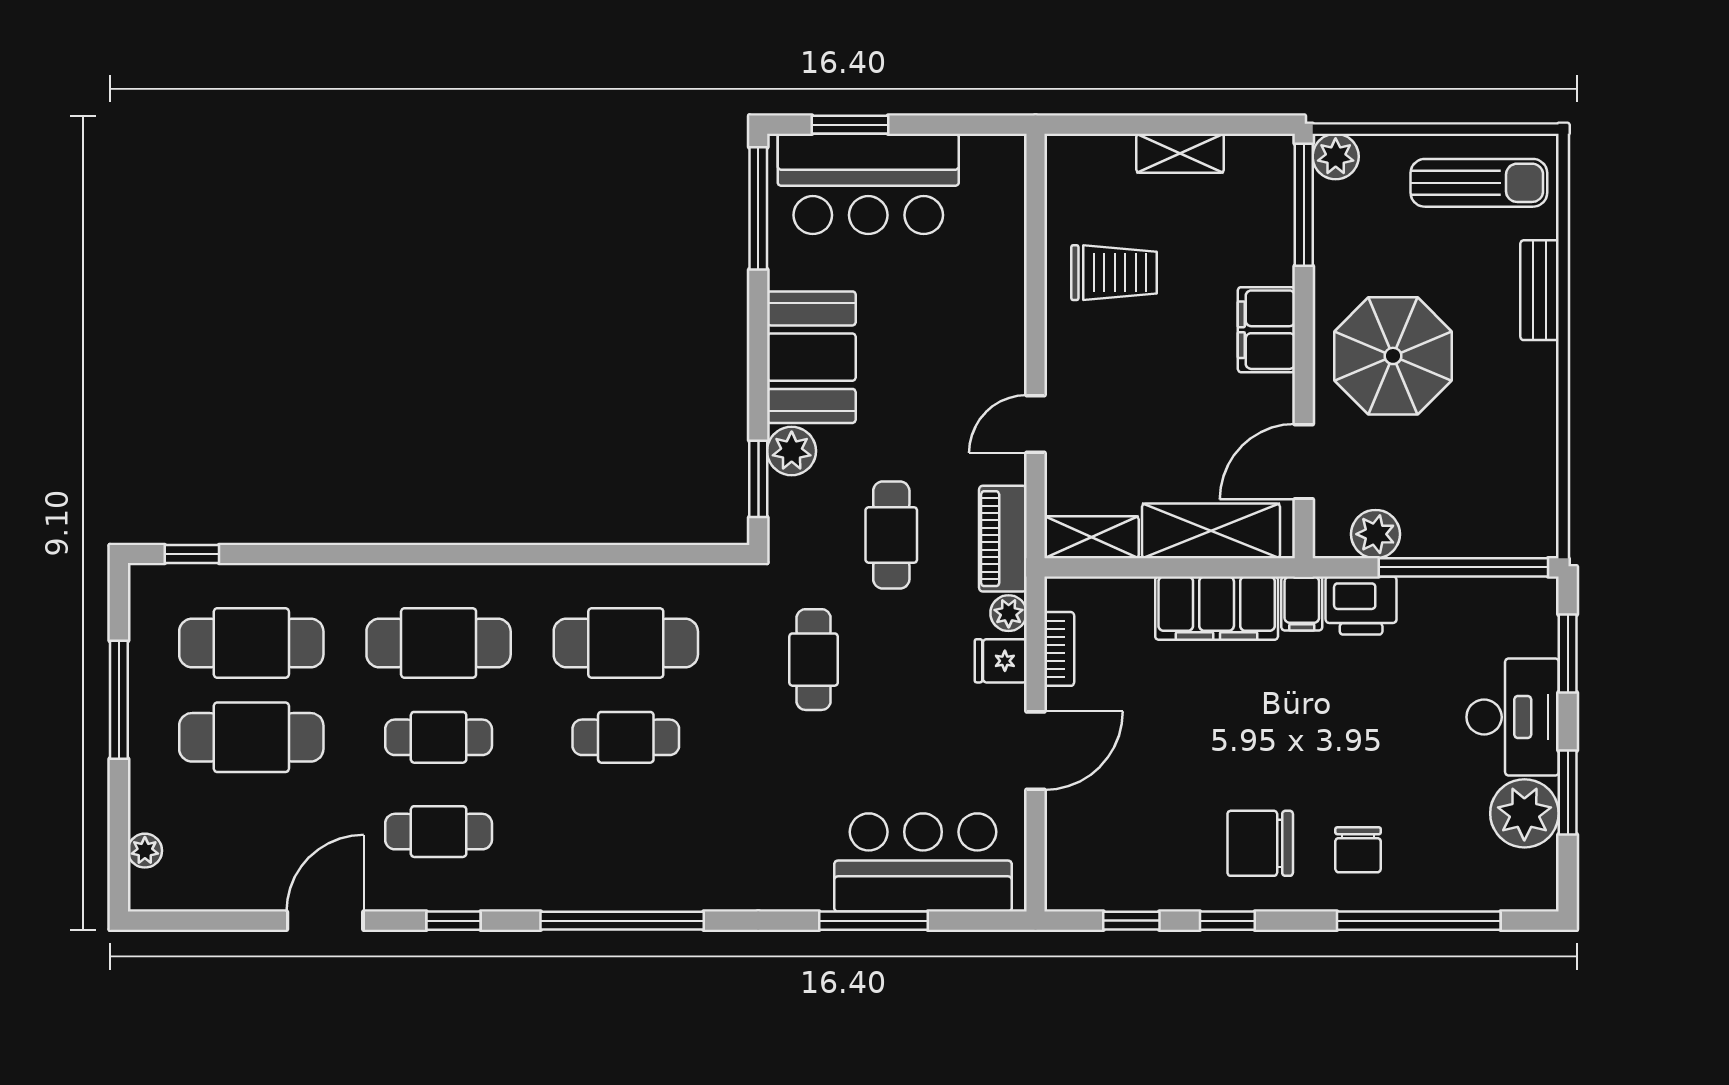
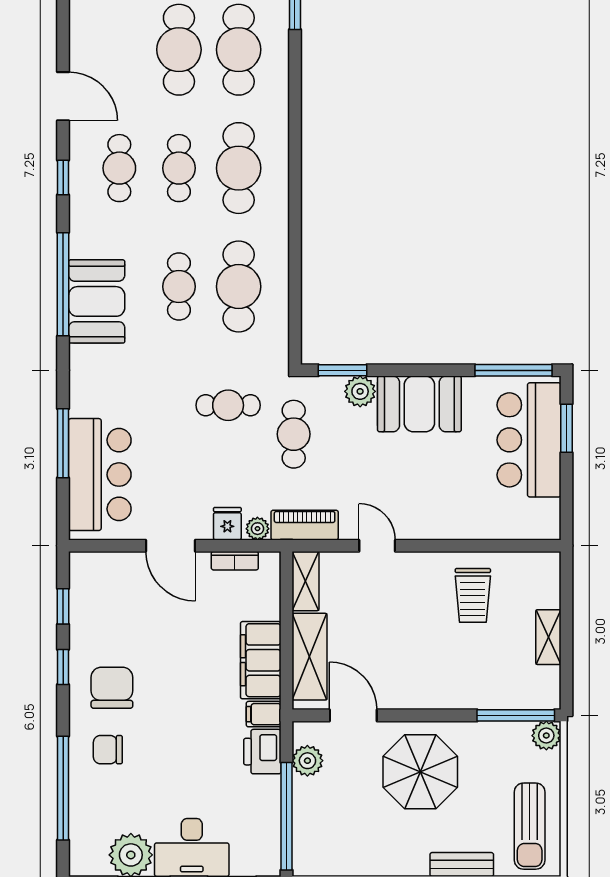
filing cabinet: (1266, 330) -> (437, 692), removed
cafe table: (891, 535) -> (294, 434), moved, turned 90
booth: (649, 867) -> (97, 301), added

